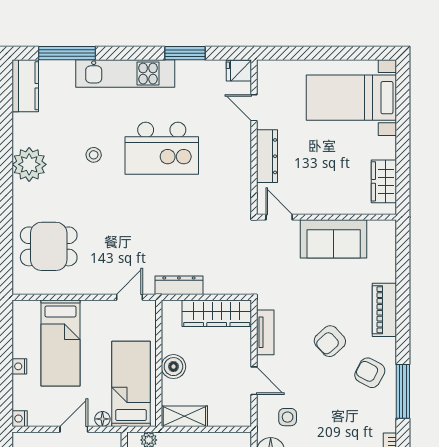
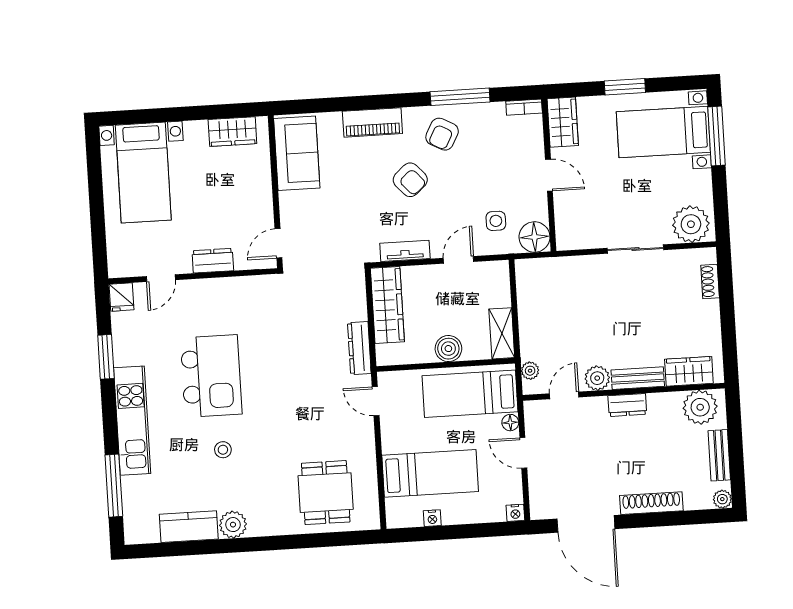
kitchen counter: (25, 86) -> (189, 527), moved
dresser: (267, 156) -> (213, 261), width x0.70
plant: (29, 164) -> (233, 525), width x0.73, depth x0.73
sofa: (334, 239) -> (297, 153), moved
nightstand: (19, 366) -> (432, 518), moved

